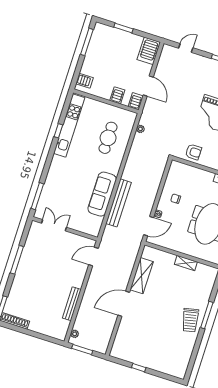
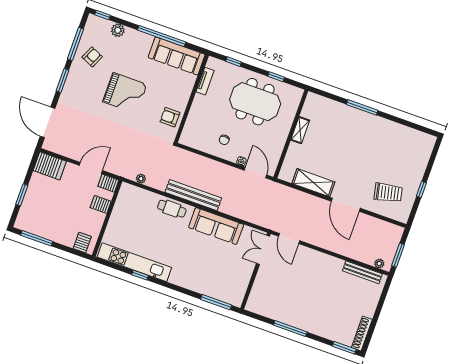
door: (186, 48) -> (48, 122), width x1.87
cafe table: (108, 138) -> (172, 209), moved, width x0.73, depth x0.74
armchair: (193, 152) -> (170, 117), turned -90
bench: (119, 203) -> (193, 195), moved
double door: (54, 225) -> (263, 250), moved
bench: (72, 304) -> (362, 272), moved
trolley: (190, 320) -> (388, 193), moved

